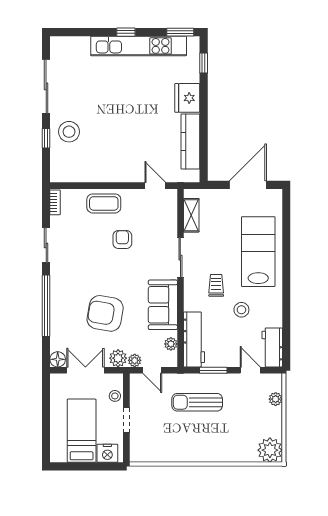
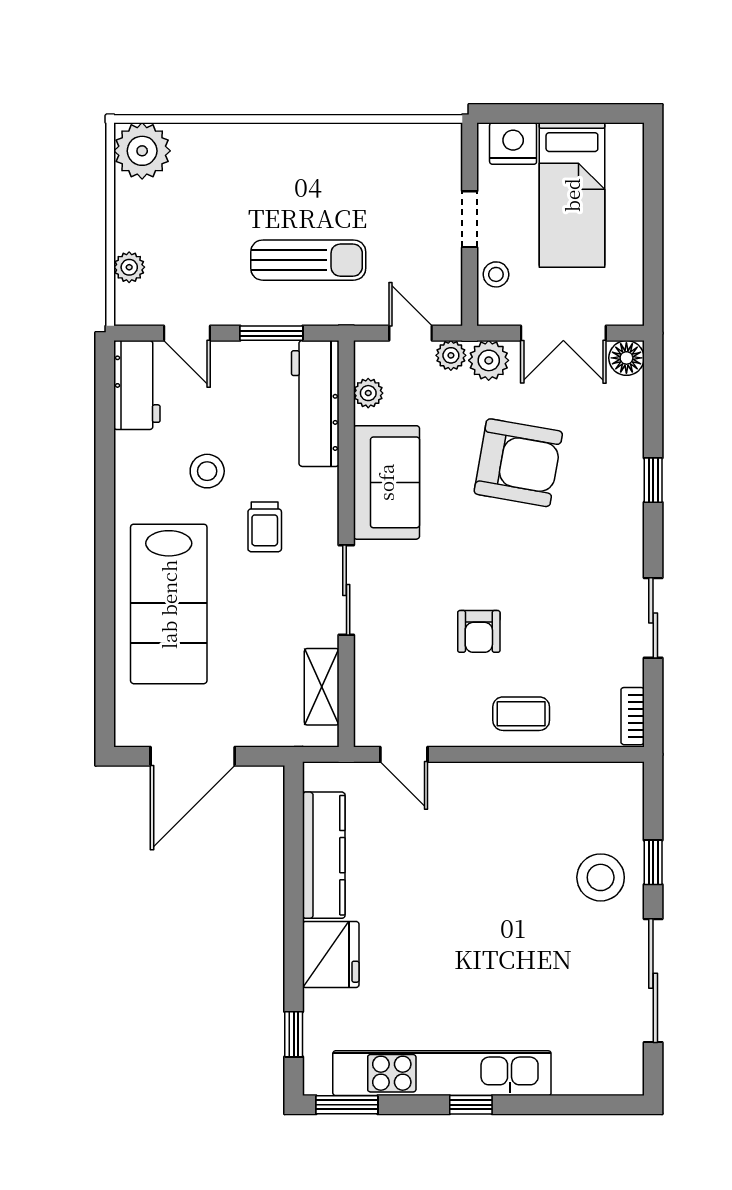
coffee table: (104, 203) -> (521, 714), width x0.73, depth x0.77
window: (46, 306) -> (653, 480), width x0.32

